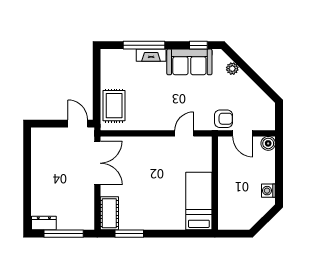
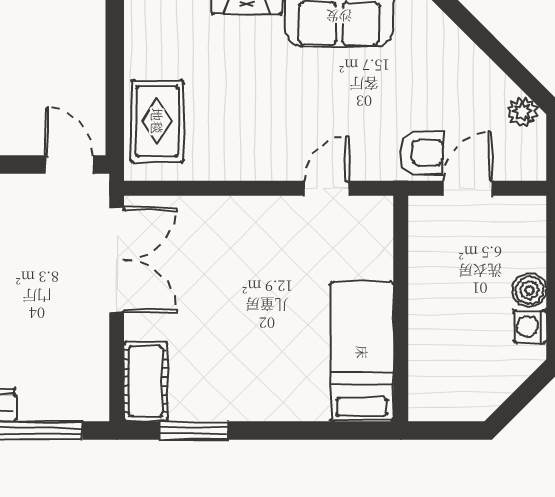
plant: (232, 69) -> (523, 112), moved
door: (243, 133) -> (468, 188), swing flipped
boiler: (268, 143) -> (529, 290), moved

